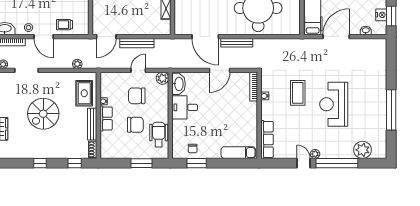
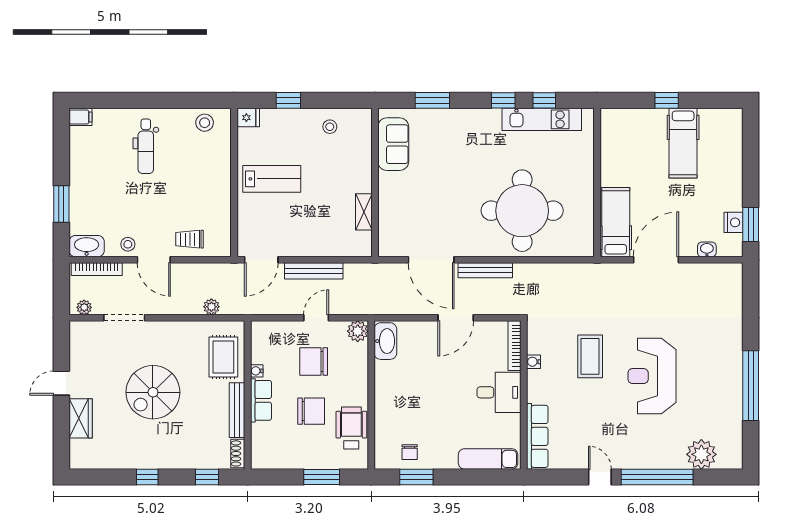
desk: (185, 107) -> (499, 392), moved, turned 180
plant: (315, 154) -> (620, 461), removed

